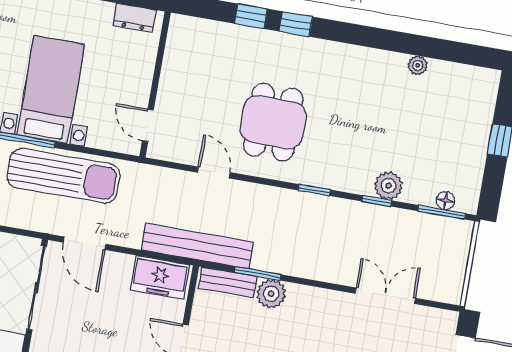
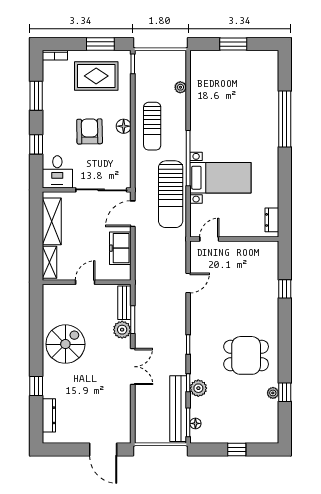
window: (296, 24) -> (285, 392), moved
dining table: (273, 122) -> (246, 355), moved
bench: (197, 246) -> (178, 409), moved
freezer: (160, 277) -> (120, 248), moved
double door: (385, 296) -> (133, 367), moved

